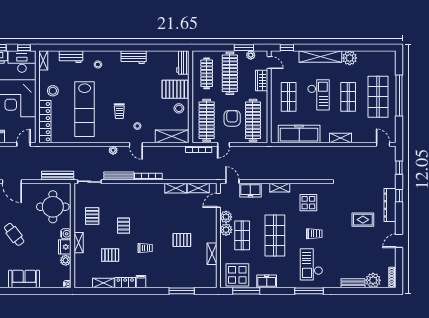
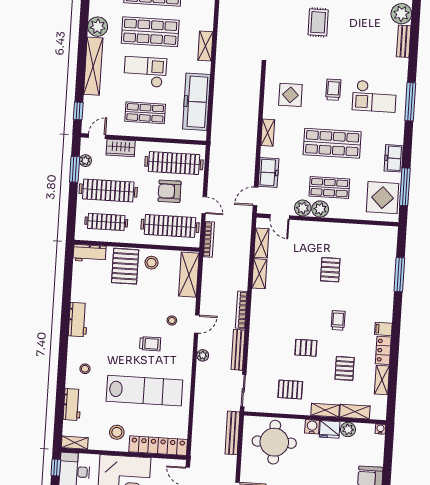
shop shelf: (348, 97) -> (150, 32), width x1.43, depth x1.36
shelving: (212, 254) -> (355, 412), moved

